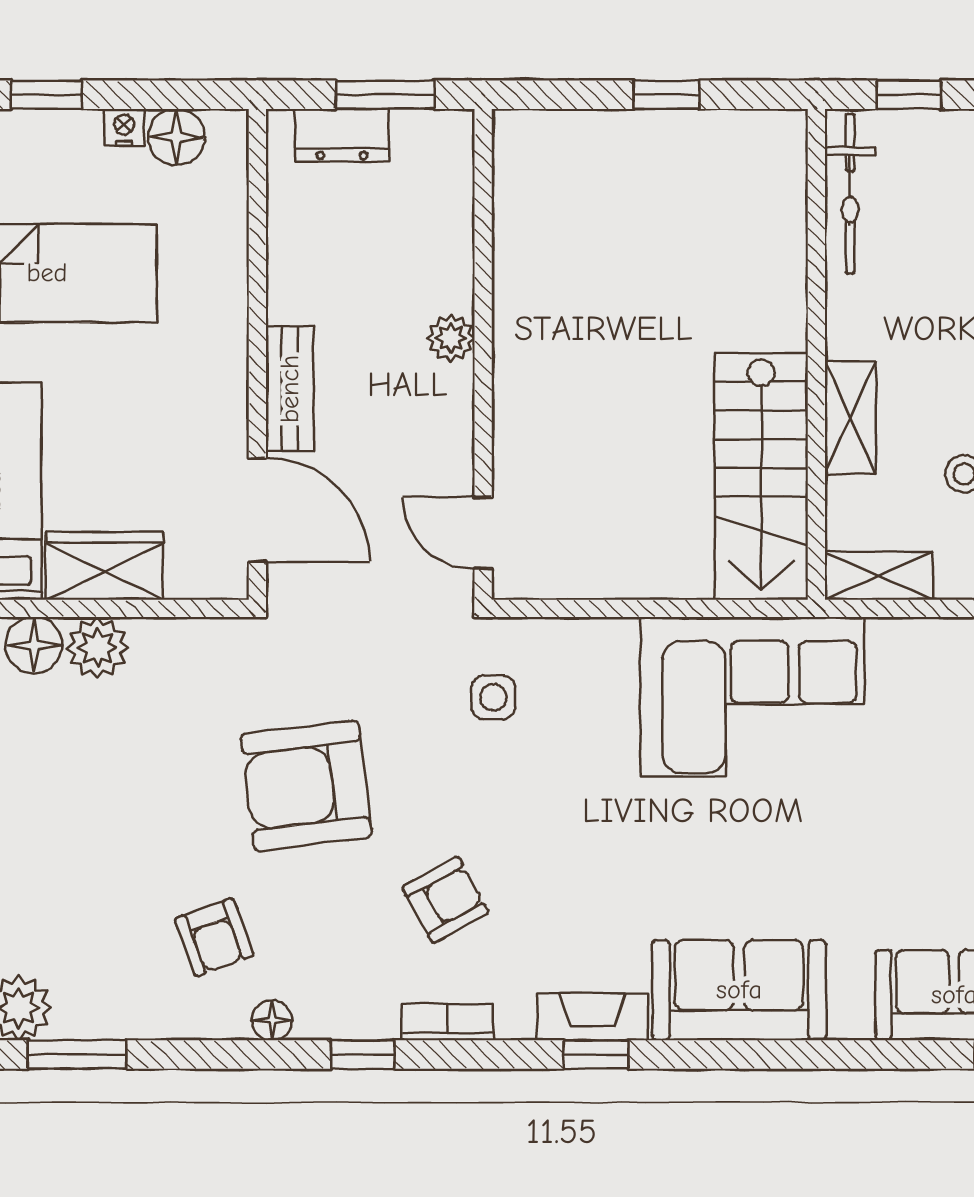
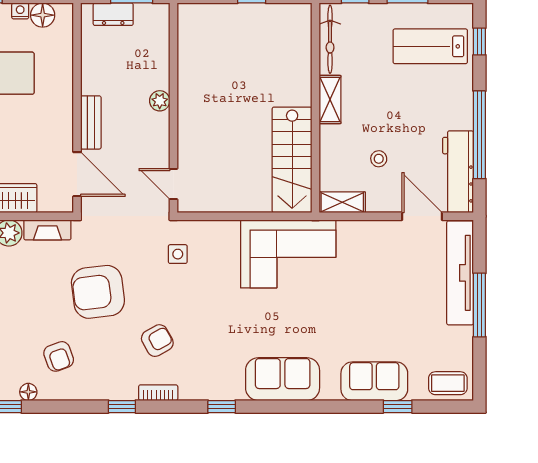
shelving: (850, 418) -> (330, 100), moved
fireplace: (592, 1017) -> (47, 230), moved, turned 180
floor lamp: (272, 1020) -> (28, 392), moved

